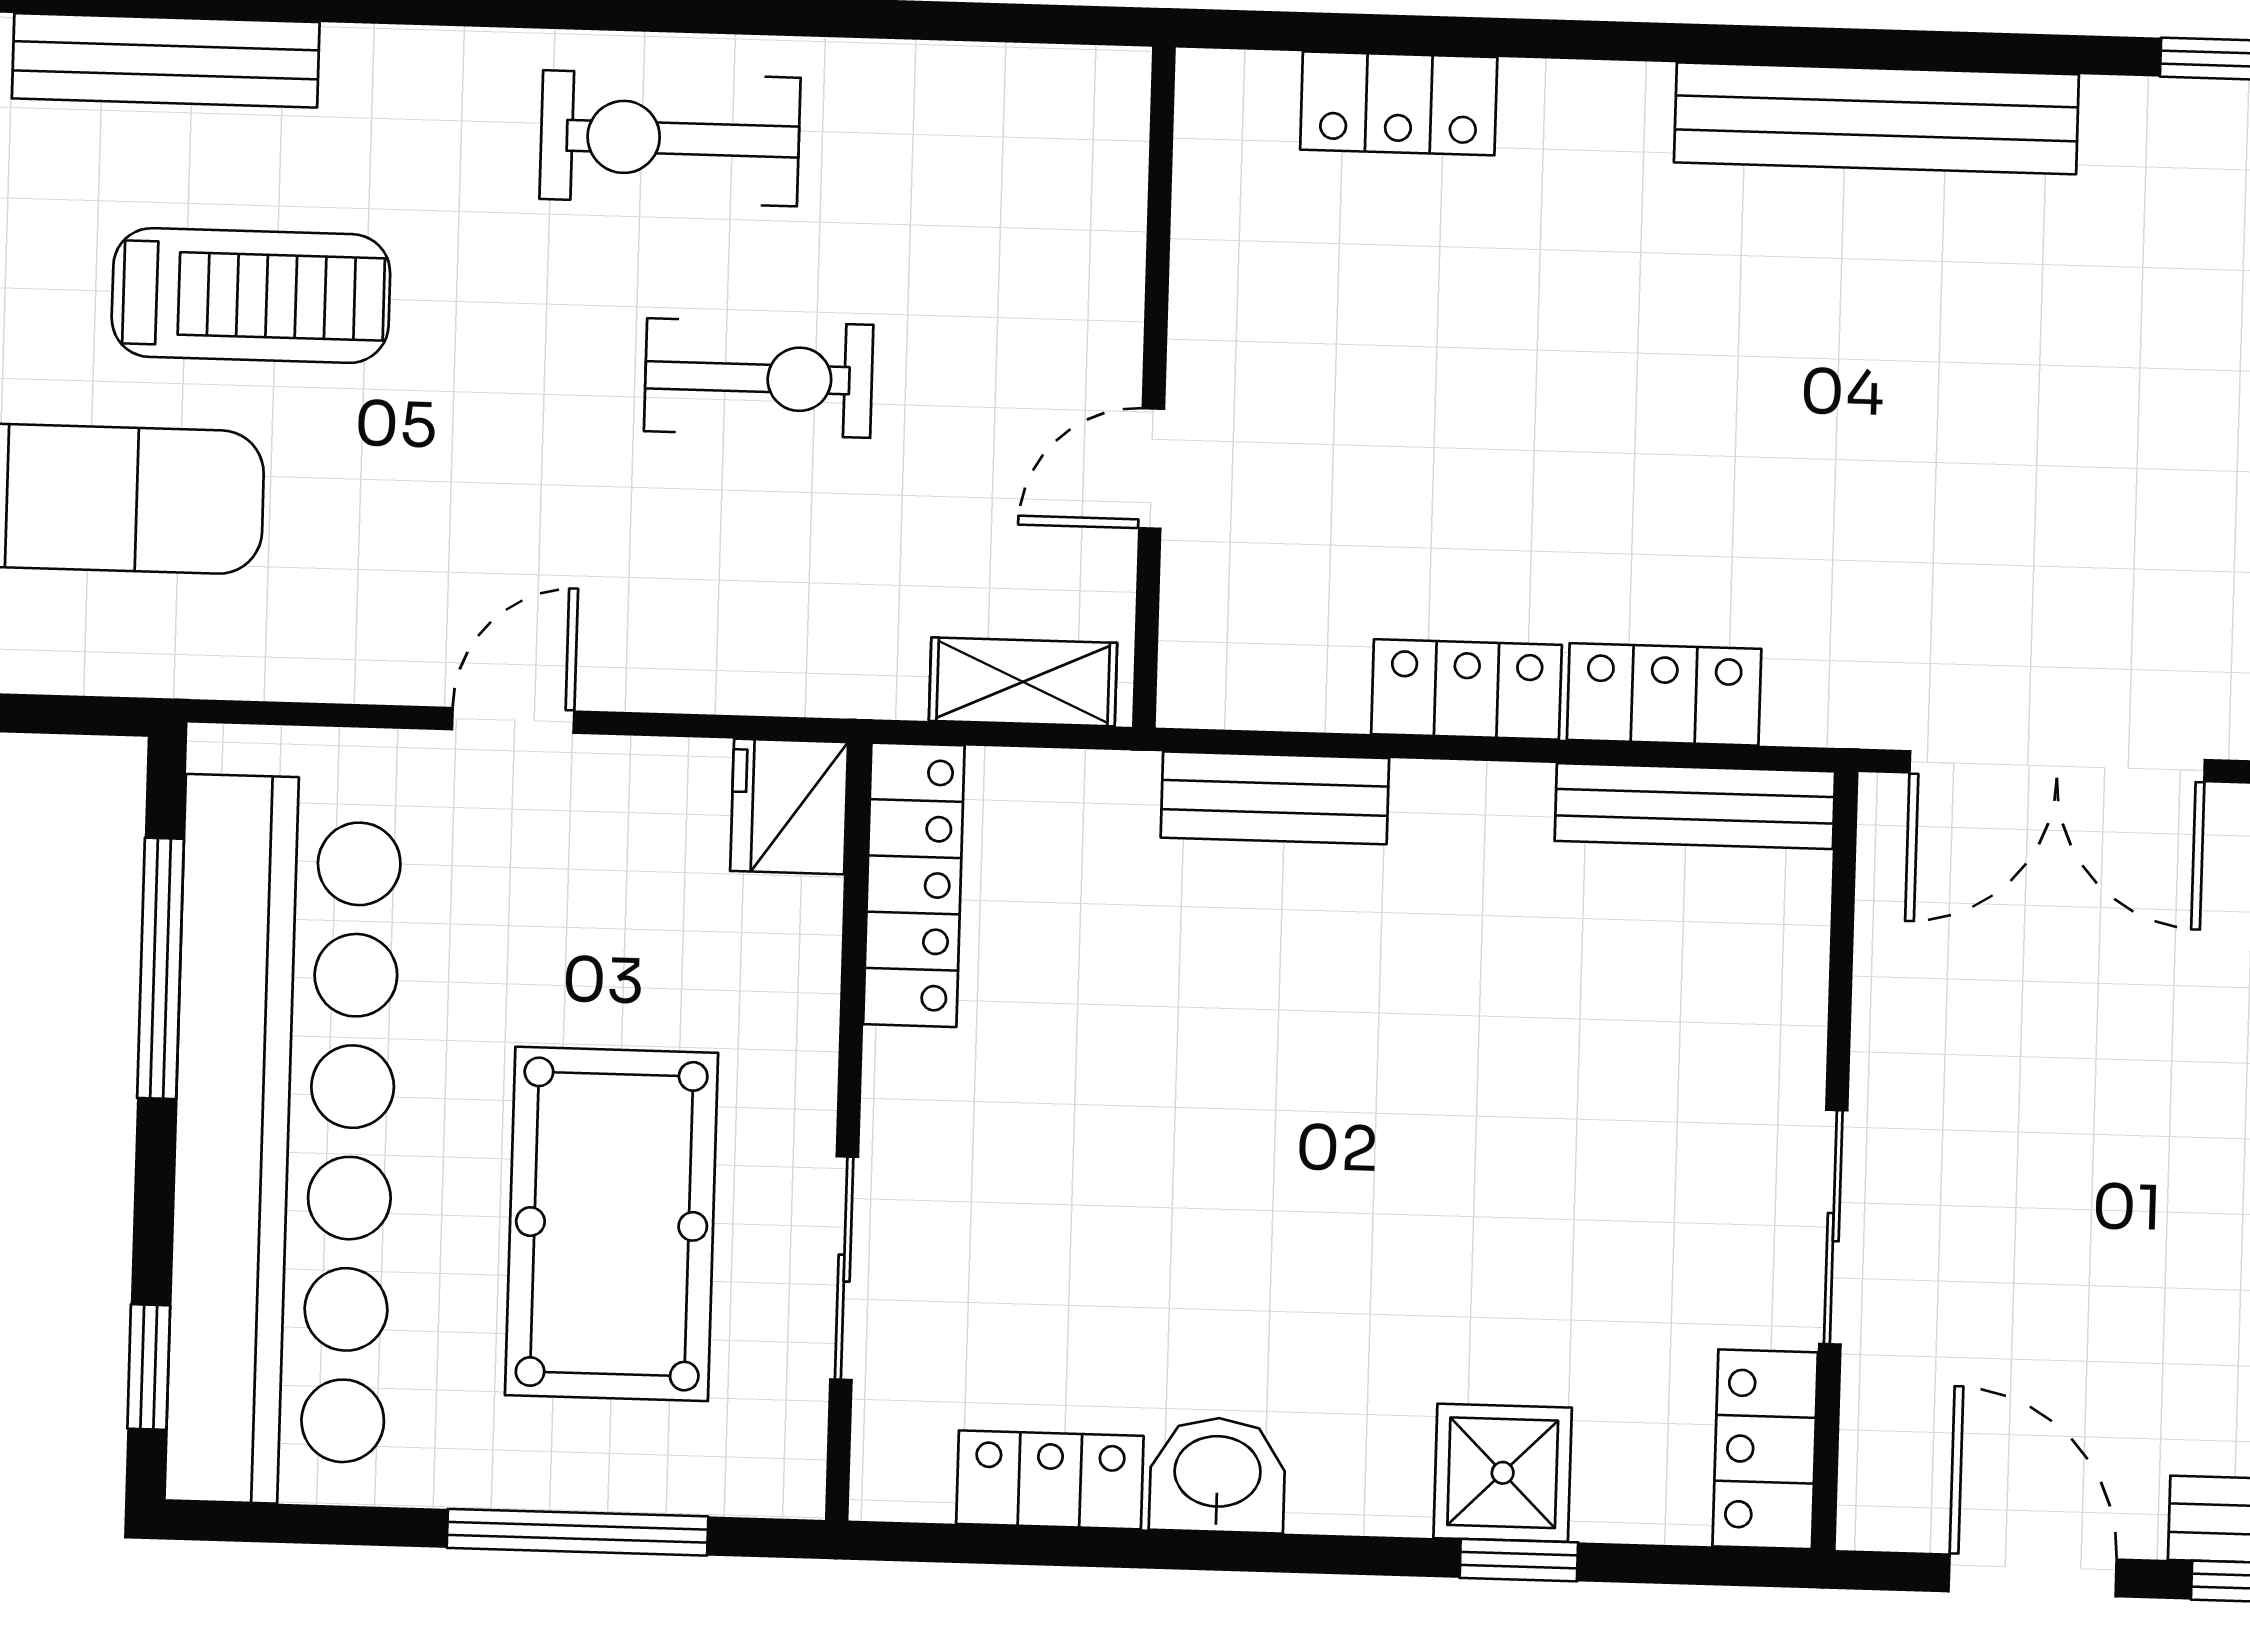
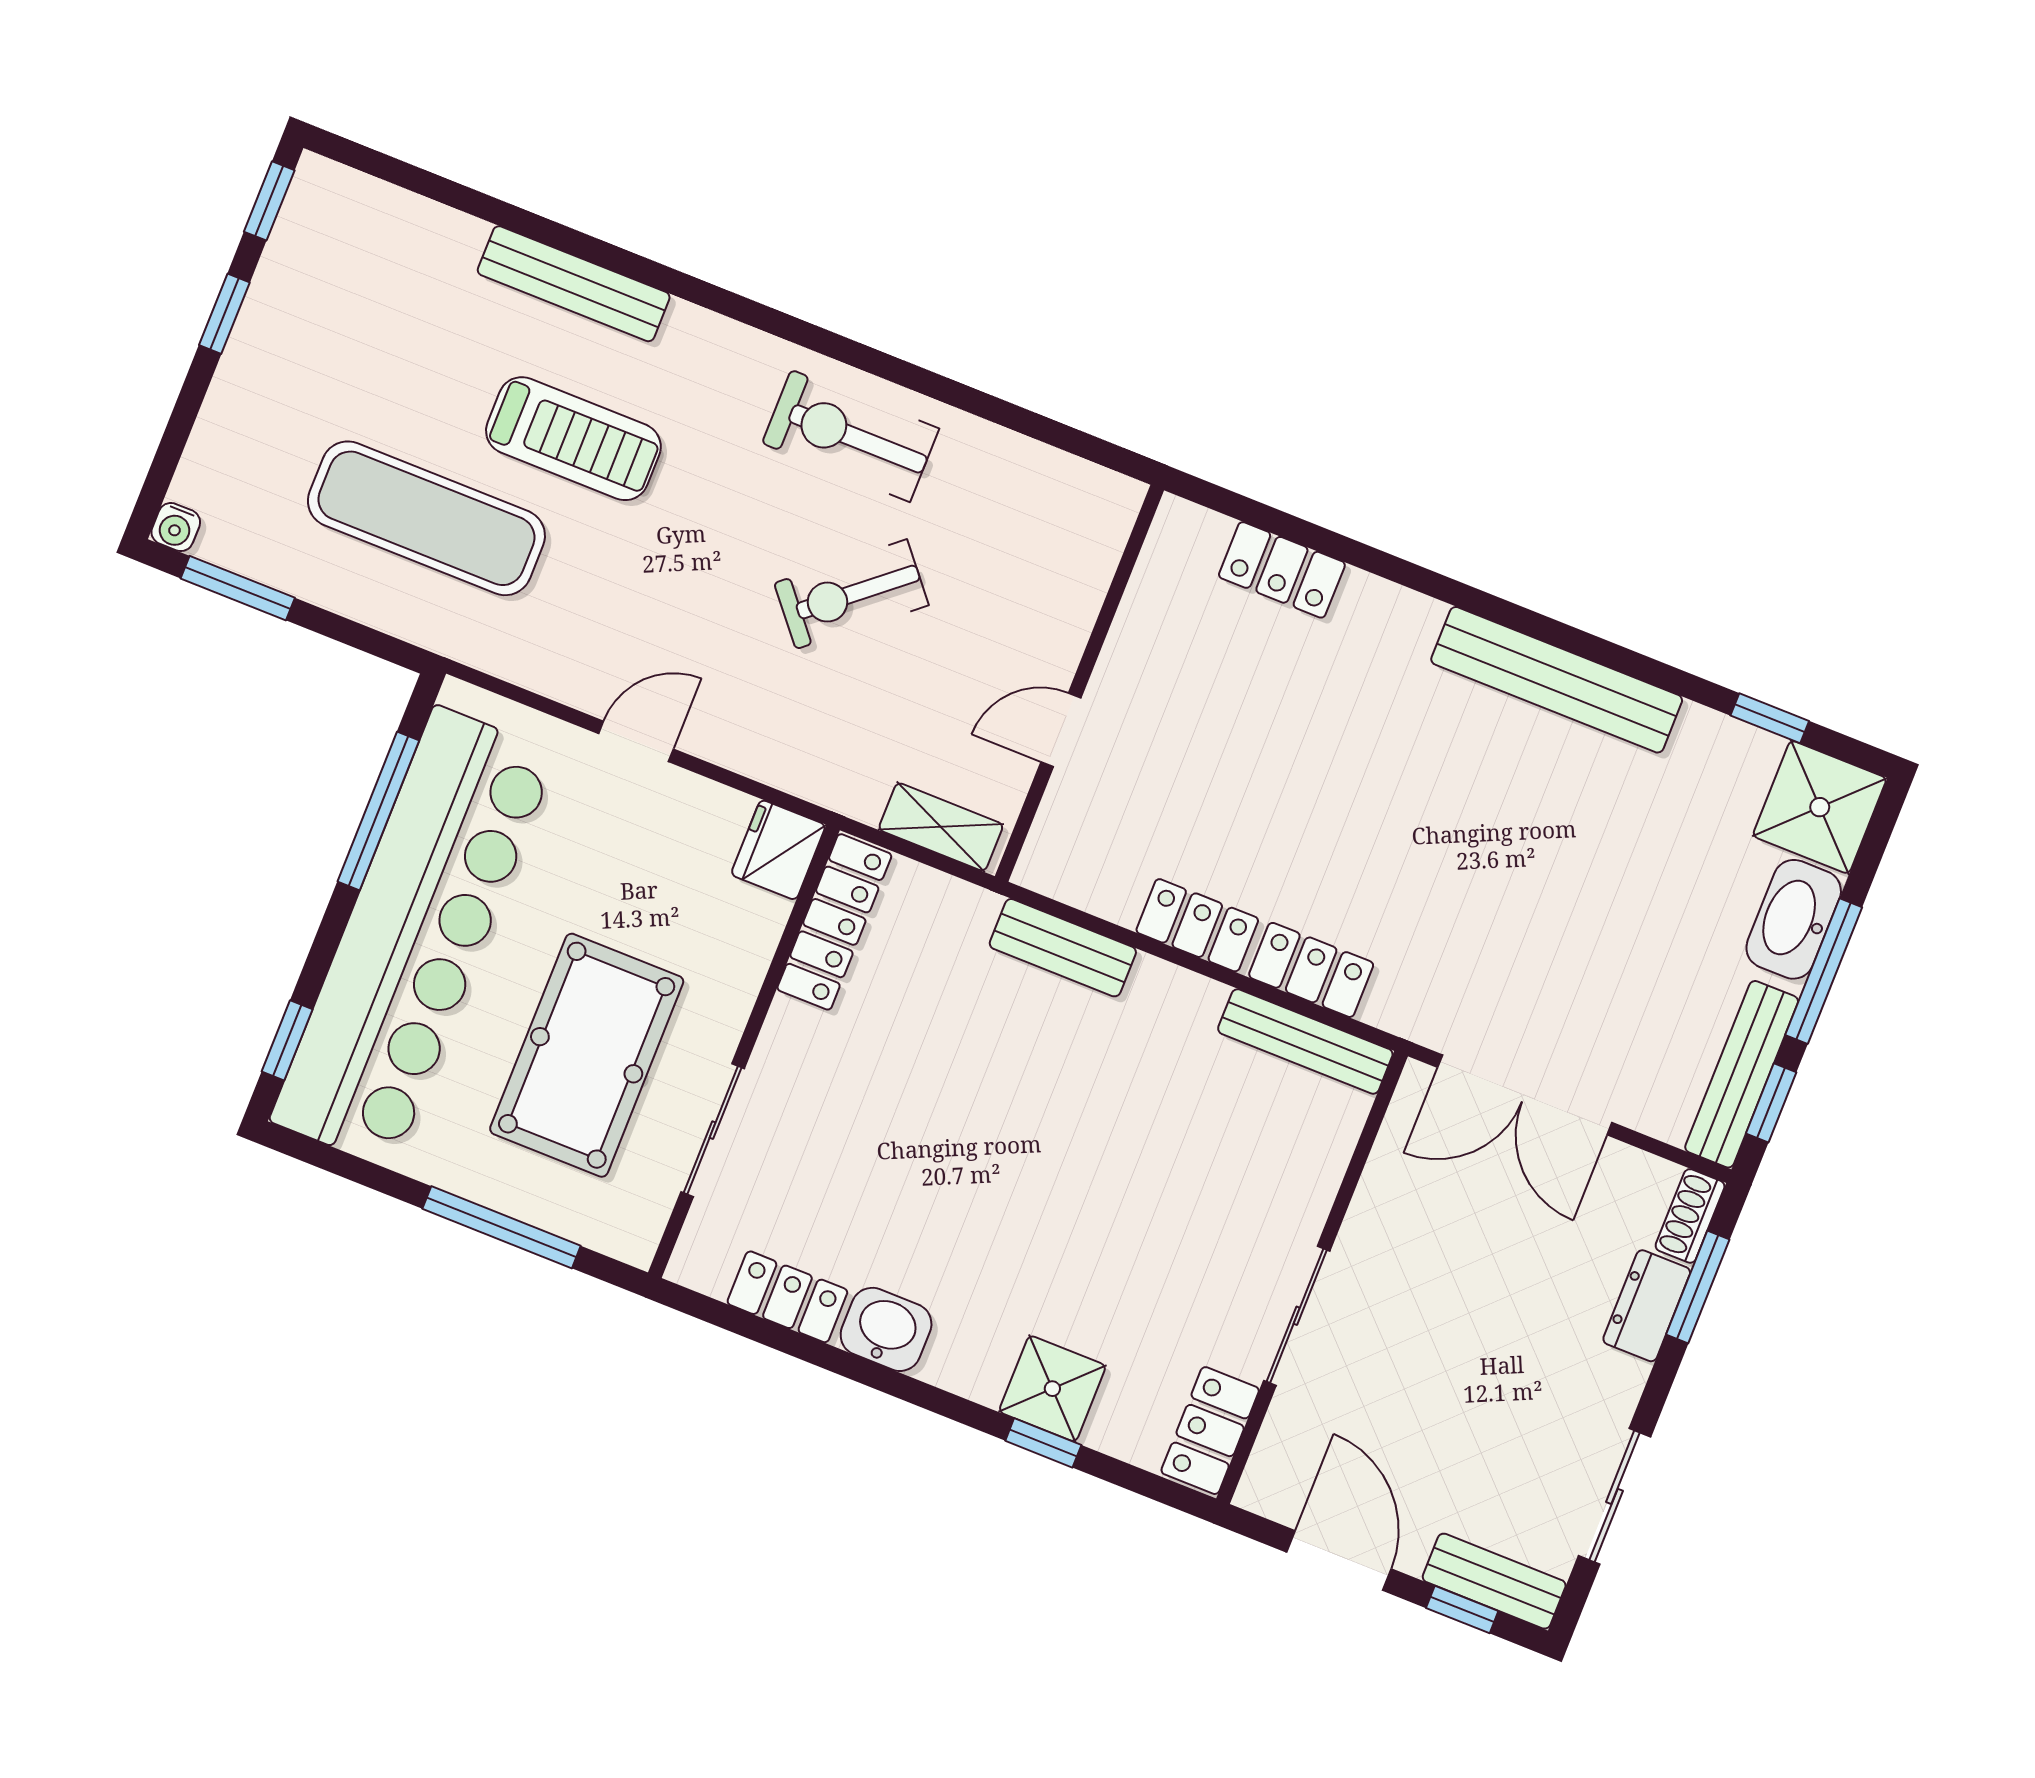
exercise bike: (759, 378) -> (851, 594), turned 140

